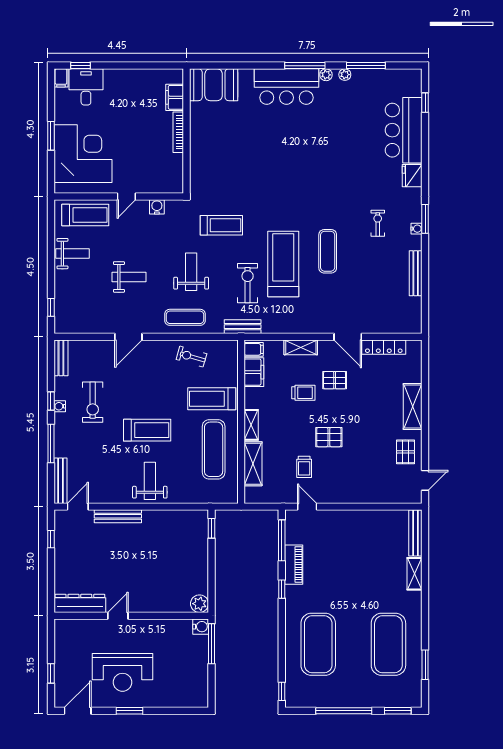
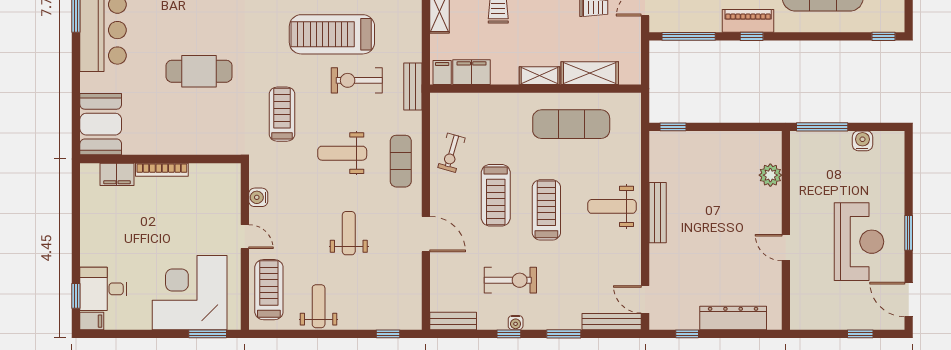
window: (51, 136) -> (208, 334), moved
cafe table: (255, 161) -> (199, 71), added
treadmill: (212, 399) -> (496, 195), moved
window: (51, 444) -> (564, 334), width x0.69
bench: (118, 516) -> (658, 213), moved
piano: (294, 565) -> (748, 21), moved
dresser: (80, 603) -> (733, 318), moved, turned 90
plant: (199, 604) -> (770, 175), moved
water cooler: (201, 627) -> (862, 141), moved

